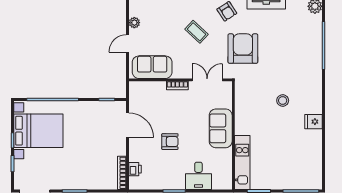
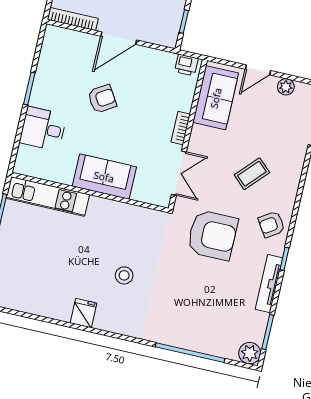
door: (127, 43) -> (258, 70), swing flipped
door: (127, 125) -> (119, 38), moved
armchair: (170, 142) -> (102, 99), turned -122
printer: (135, 169) -> (186, 65), moved

